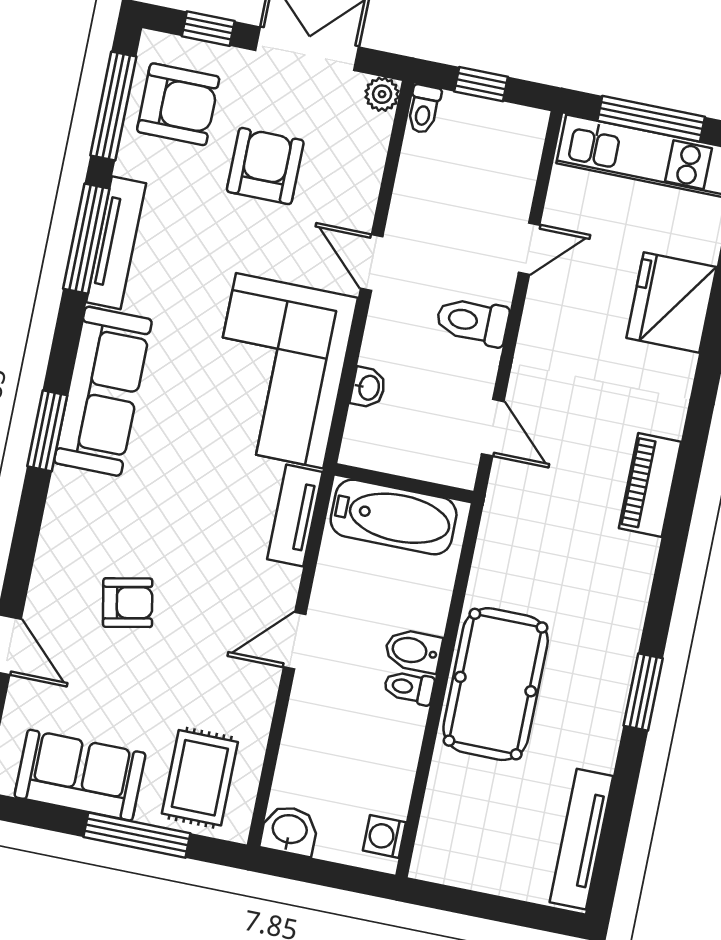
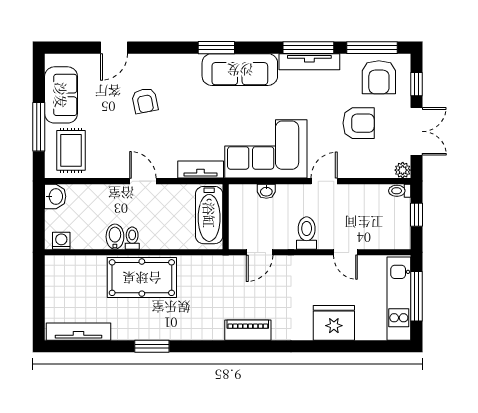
bidet: (413, 651) -> (115, 237), moved
rug: (200, 778) -> (71, 150), turned 90

